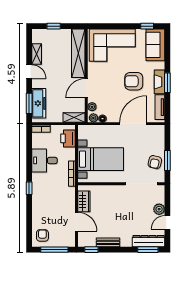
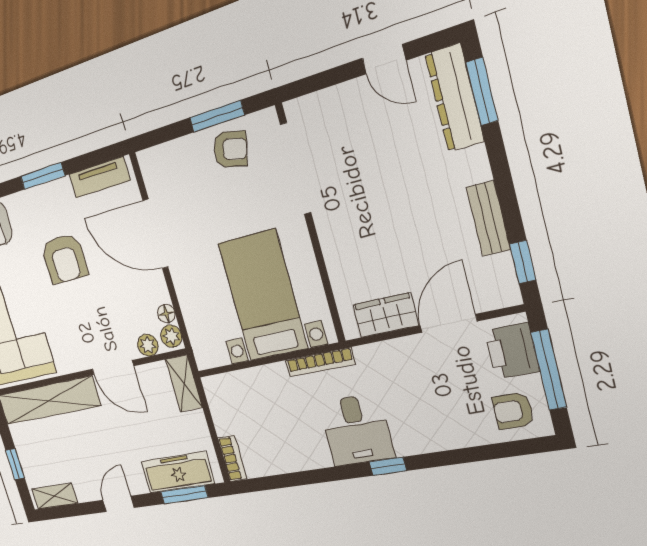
shelving: (37, 54) -> (55, 496), moved
fireplace: (160, 82) -> (47, 196), removed
printer: (68, 138) -> (512, 351), moved, turned 90
desk: (44, 160) -> (356, 430), moved
plant: (159, 209) -> (352, 97), removed

